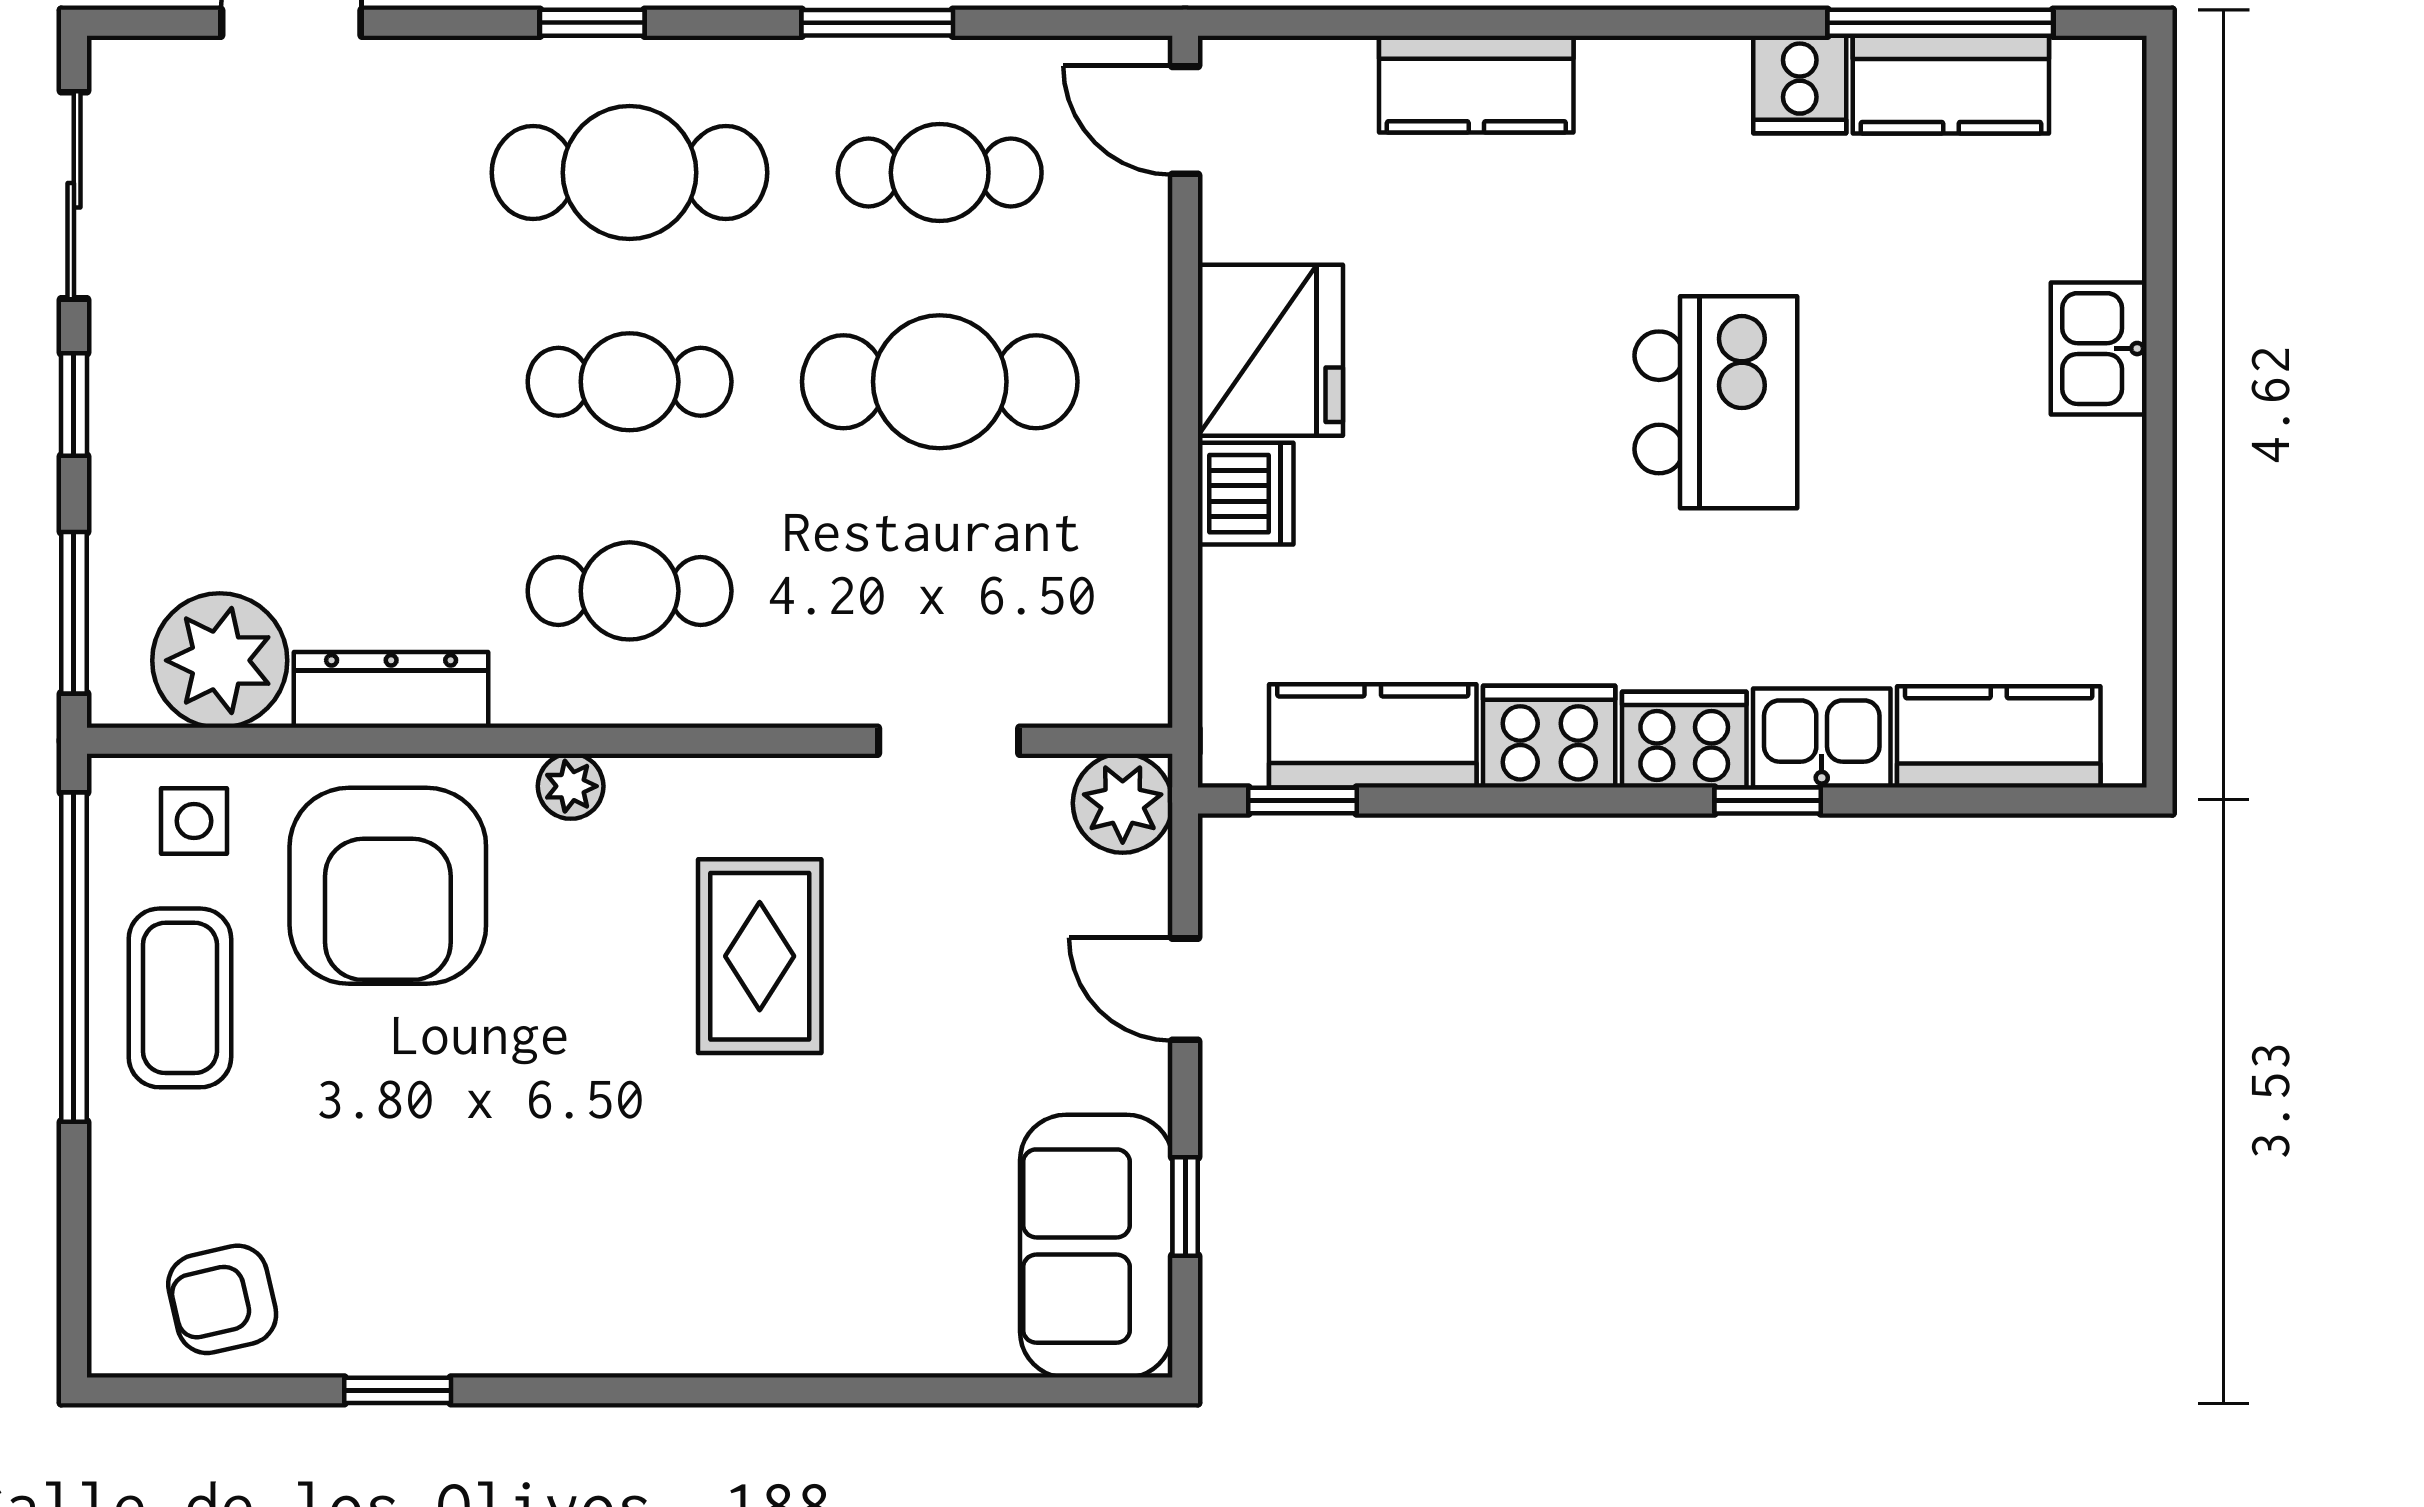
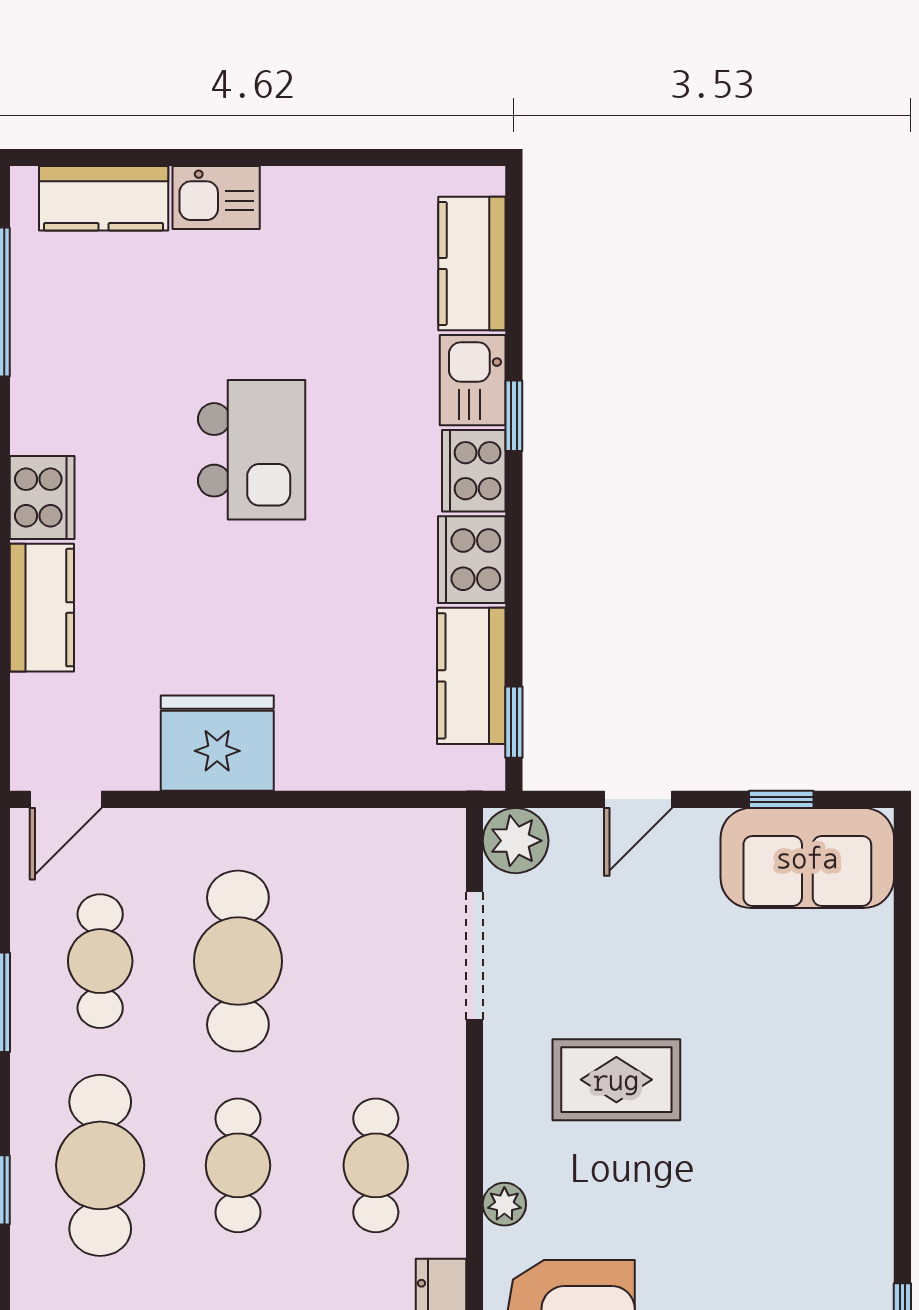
cooker: (1800, 84) -> (42, 497), moved, width x1.36
kitchen counter: (1951, 85) -> (104, 198), moved, turned 90
kitchen island: (1716, 402) -> (252, 450), turned 90
dishwasher: (1246, 494) -> (312, 760), removed
doorway: (949, 741) -> (474, 955), width x1.38

